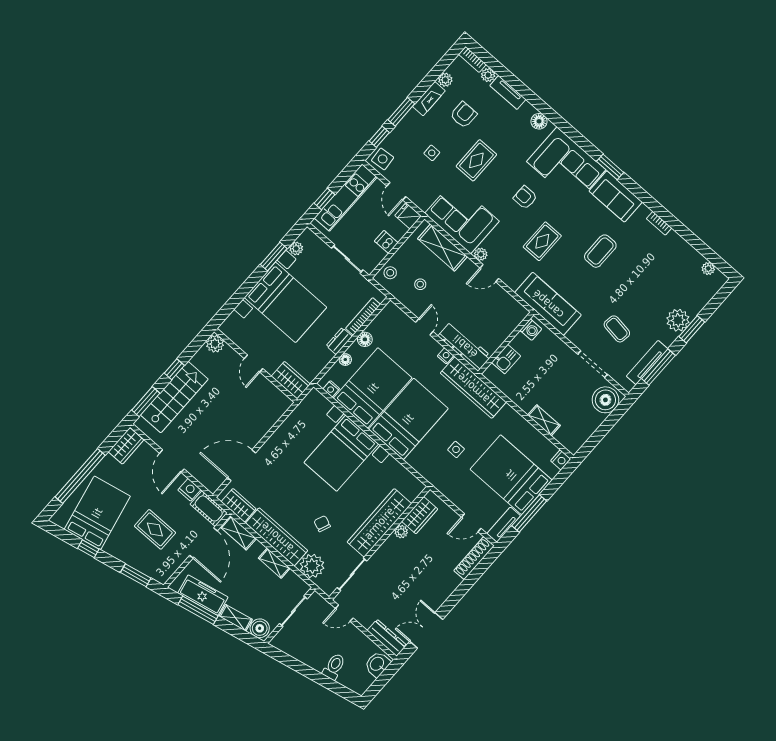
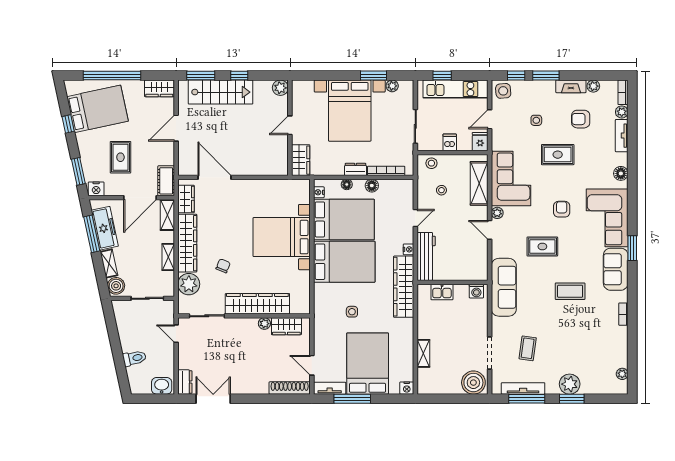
armchair: (464, 115) -> (581, 119), turned 180
nightstand: (189, 490) -> (96, 189), moved, turned 90
dresser: (387, 638) -> (185, 382), width x0.70

